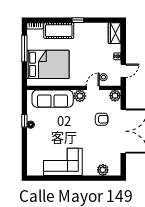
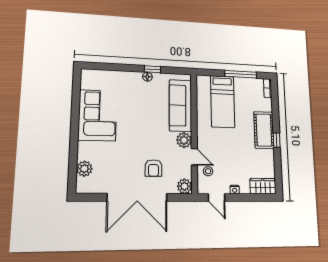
cot: (59, 31) -> (264, 130), moved
bed: (48, 64) -> (223, 102), width x0.67

